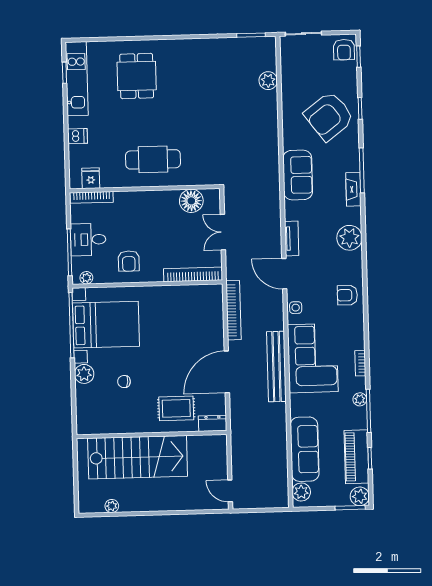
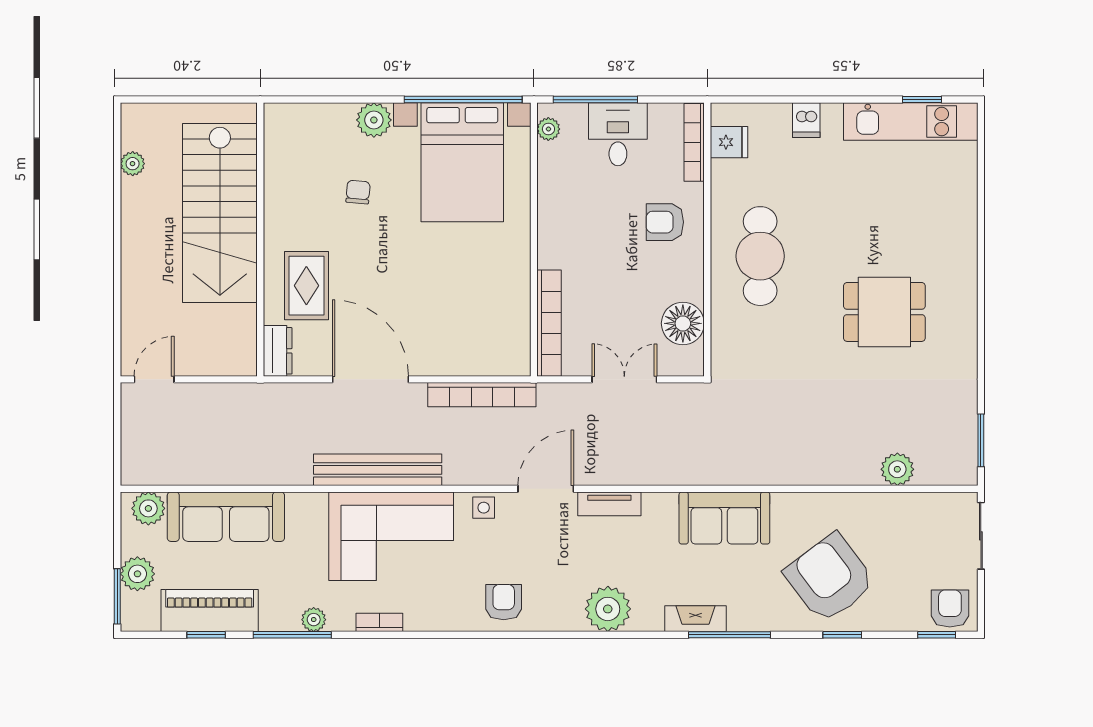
armchair: (344, 50) -> (950, 608), turned 90
dining table: (137, 76) -> (884, 312), moved
armchair: (129, 261) -> (665, 222), moved
plant: (360, 496) -> (137, 574), moved

